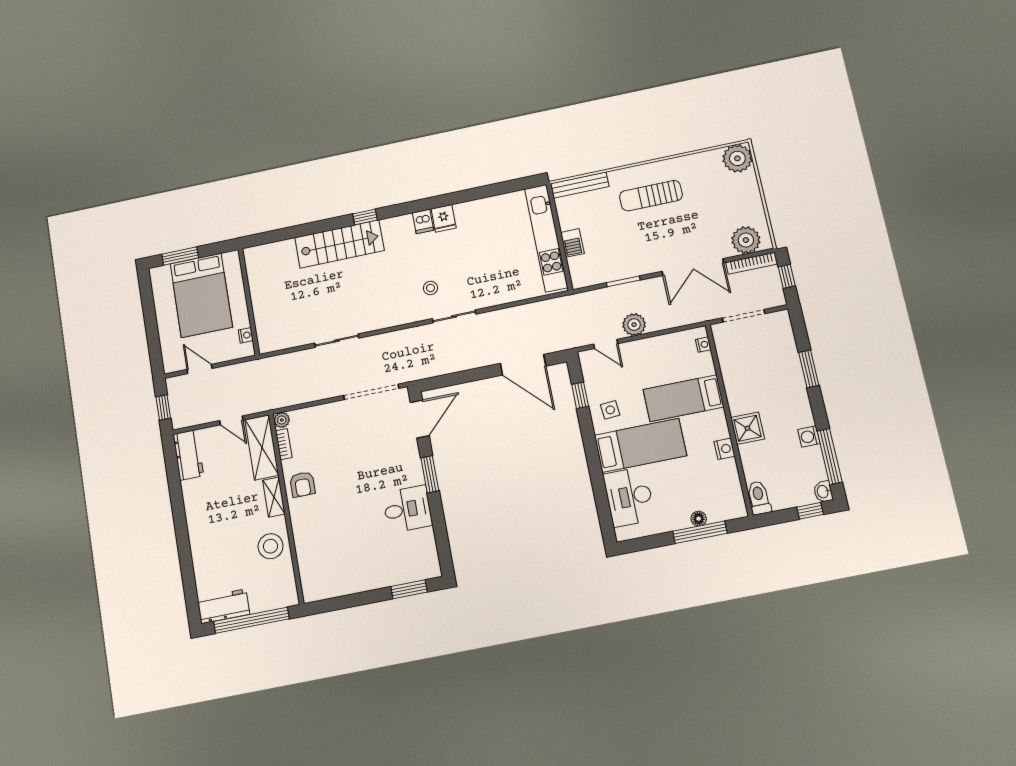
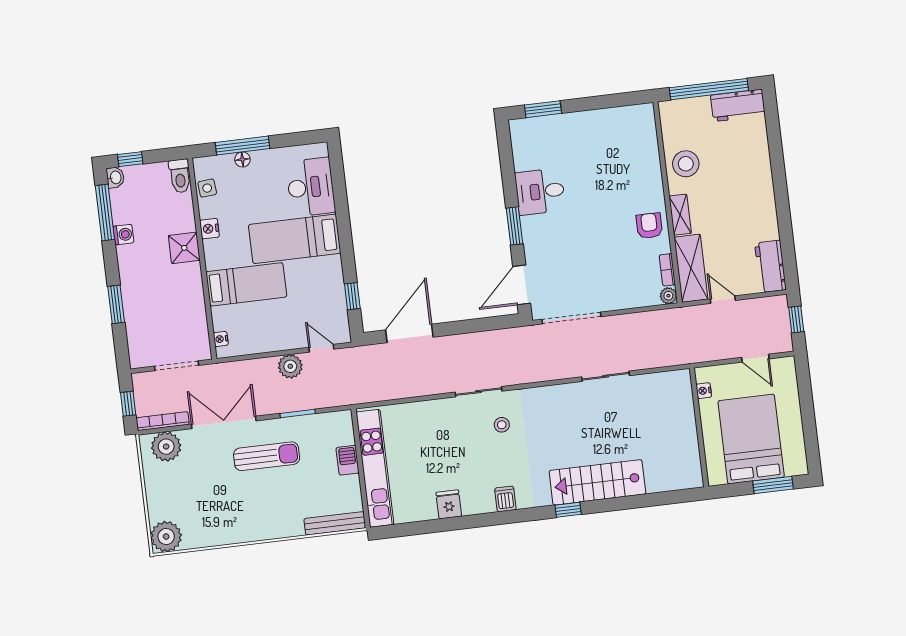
sun lounger: (651, 196) -> (267, 456), moved
fridge: (444, 218) -> (449, 504), moved
door: (523, 365) -> (409, 333), hinge flipped
side table: (610, 410) -> (207, 188), moved

